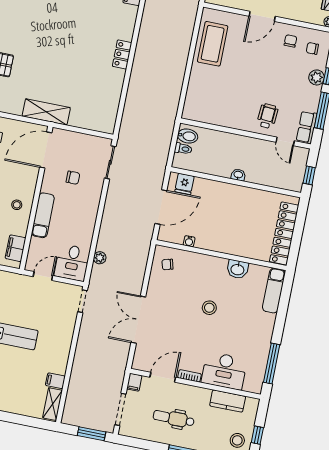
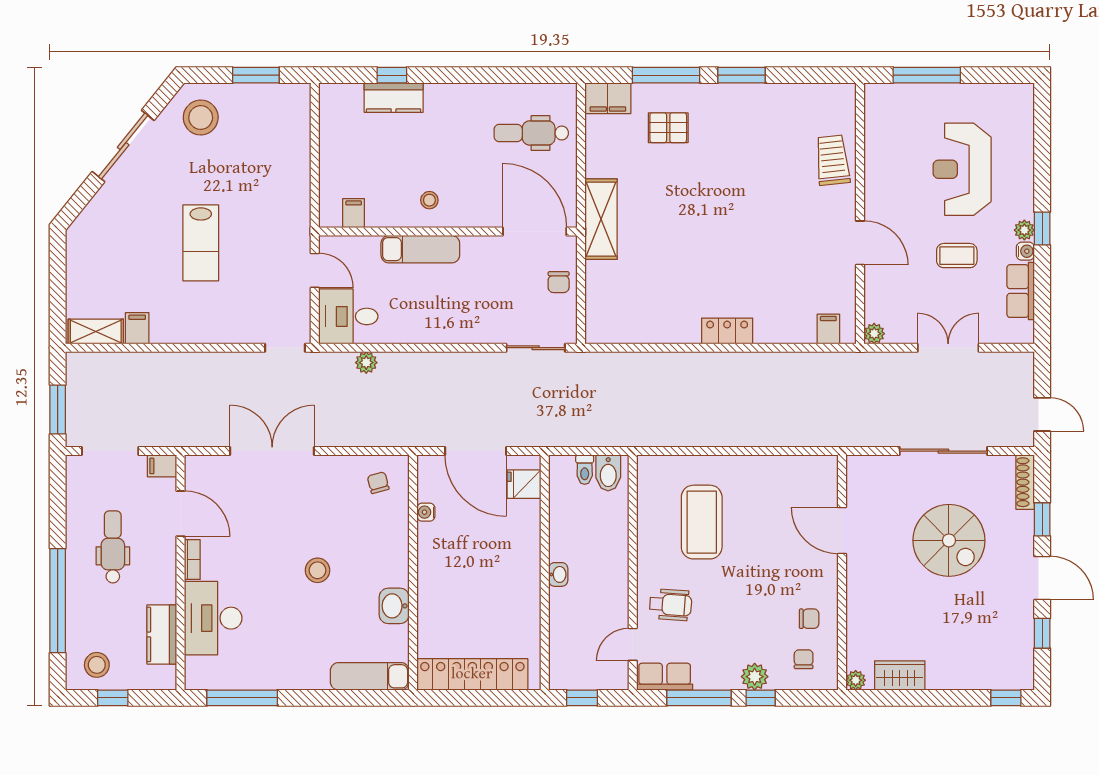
door: (262, 16) -> (842, 530), moved
coffee table: (213, 44) -> (702, 522), moved, turned 90
chair: (73, 178) -> (559, 282), moved
filing cabinet: (16, 248) -> (354, 213), width x0.50

